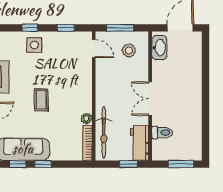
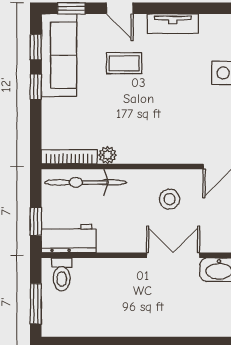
stool: (129, 50) -> (170, 199), moved
double door: (150, 99) -> (173, 255), moved
coffee table: (41, 100) -> (124, 63), moved
toilet: (162, 133) -> (62, 274), moved

